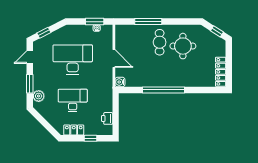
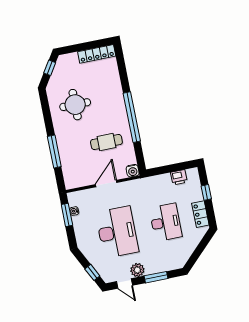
cafe table: (160, 42) -> (106, 142), moved
desk: (73, 59) -> (117, 232), turned 180
plant: (39, 96) -> (137, 270), moved
desk: (73, 100) -> (166, 222), turned 180

